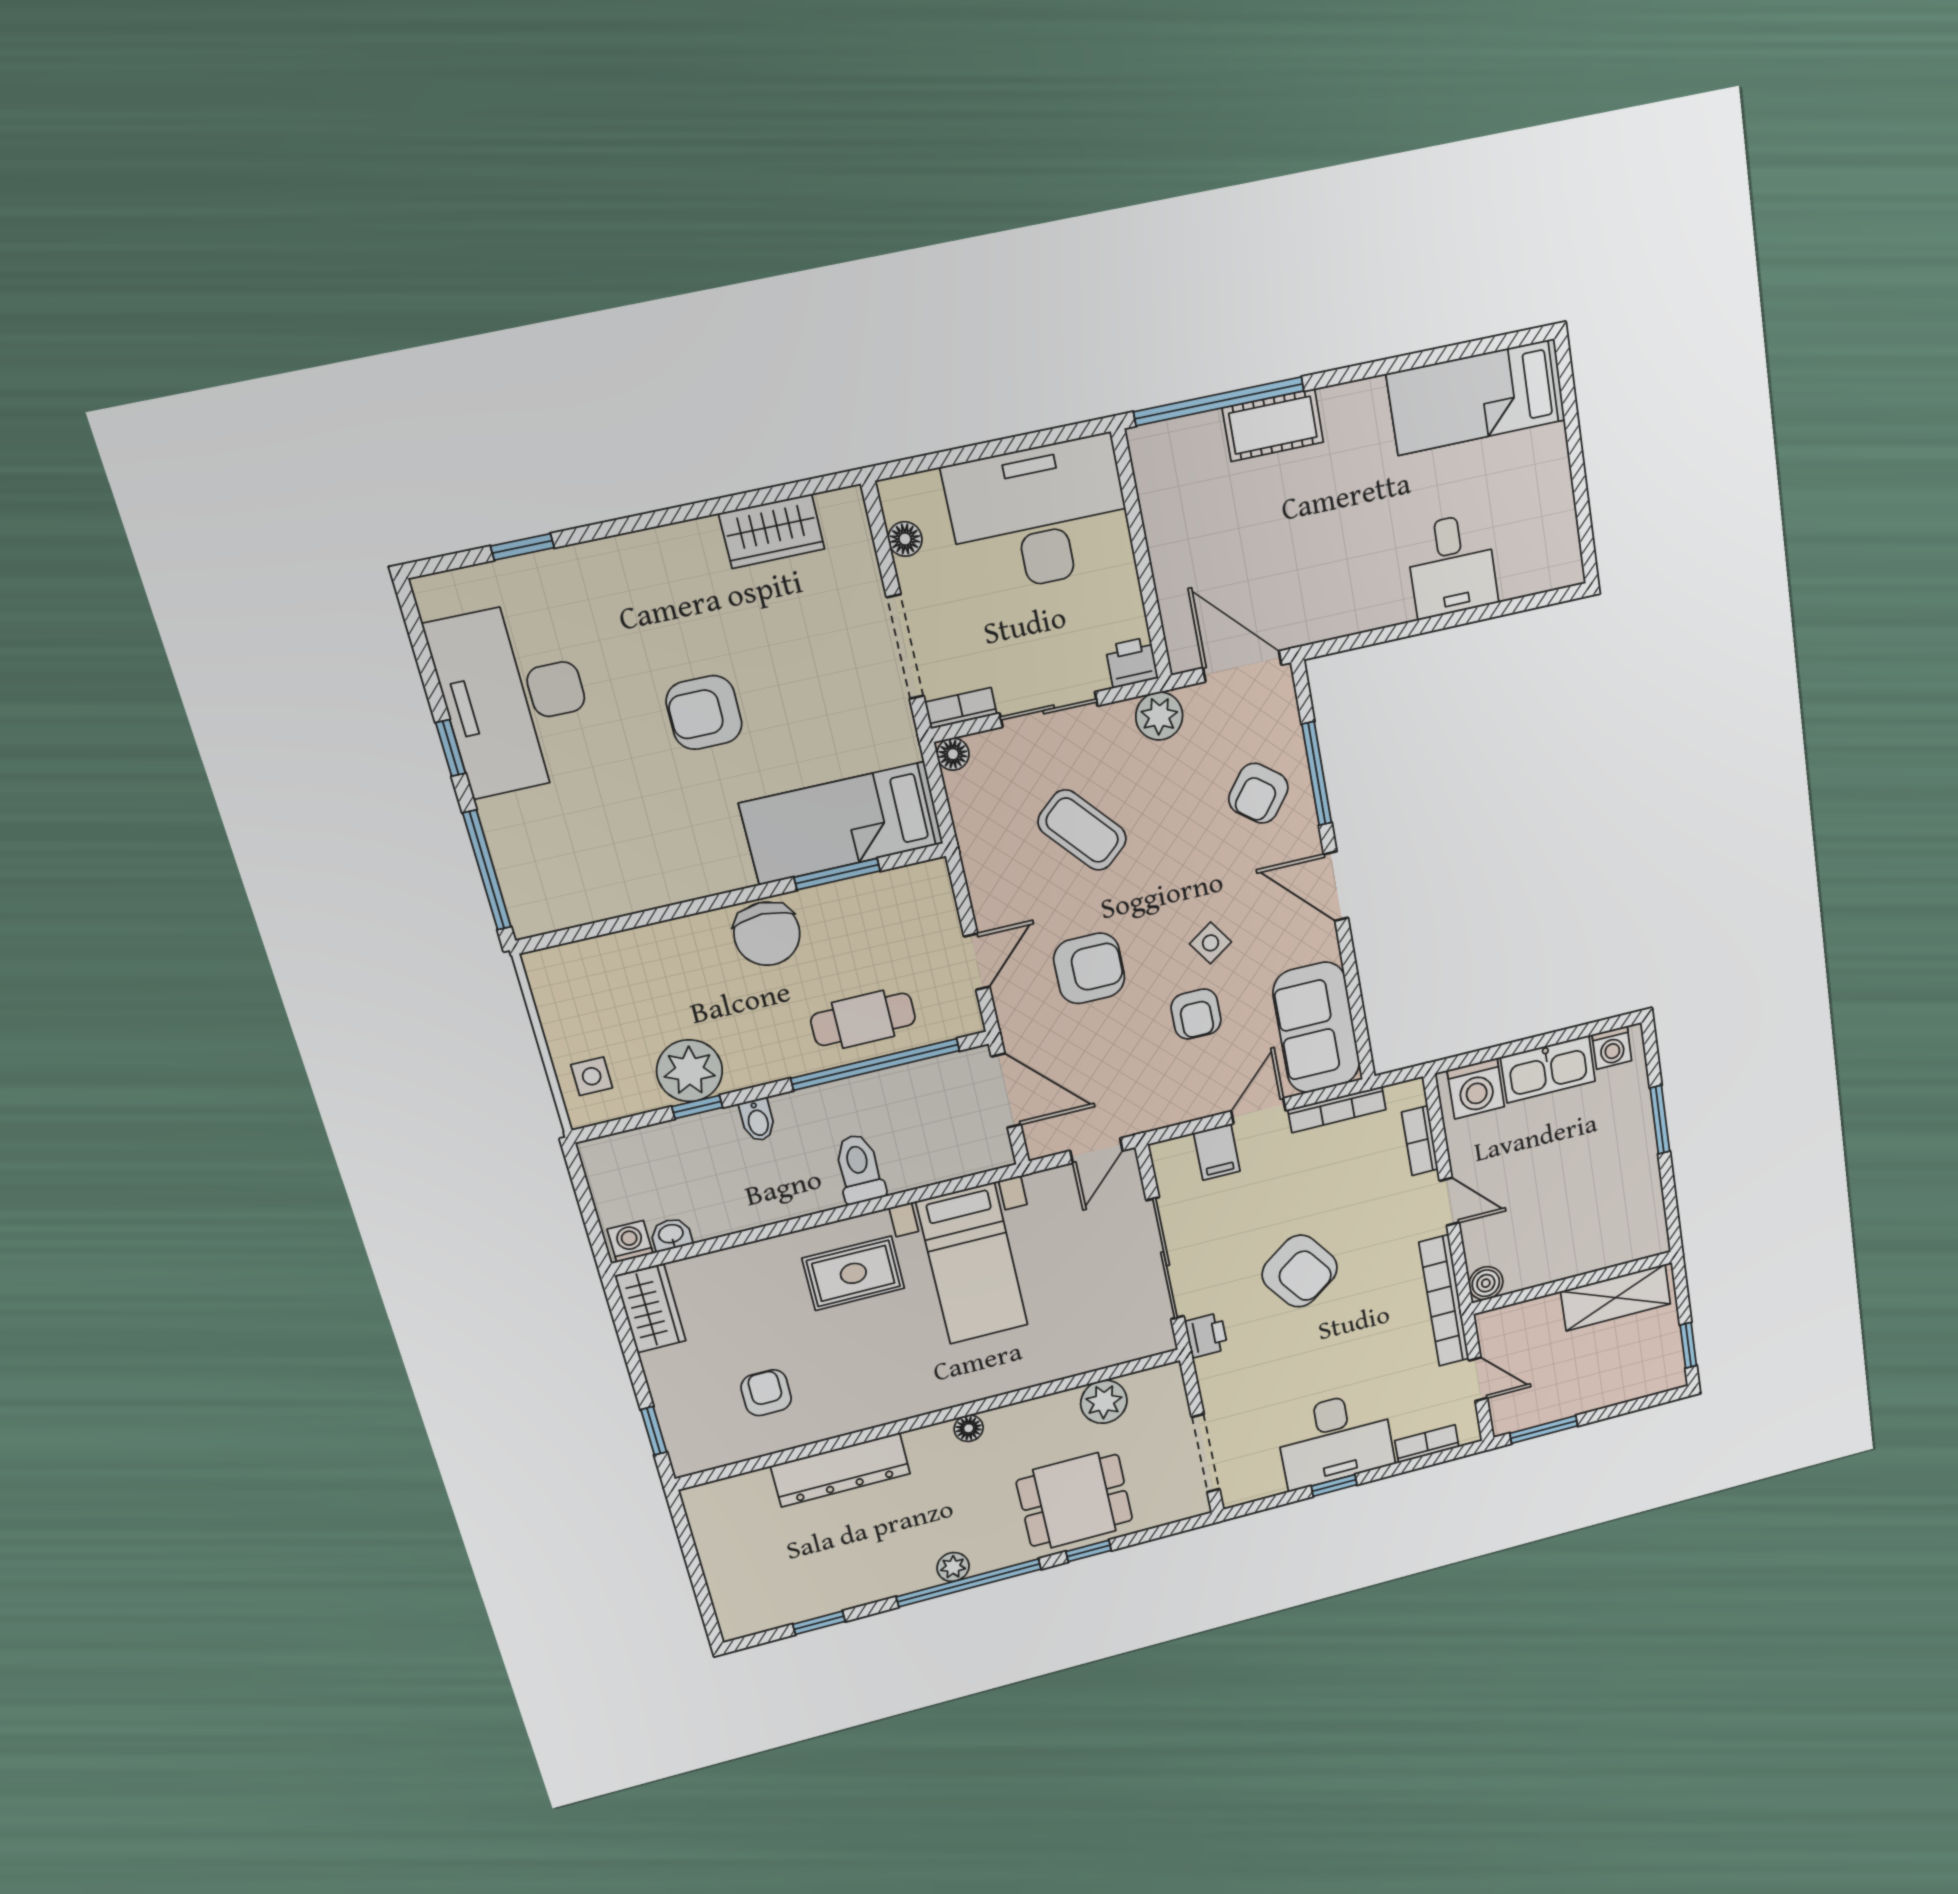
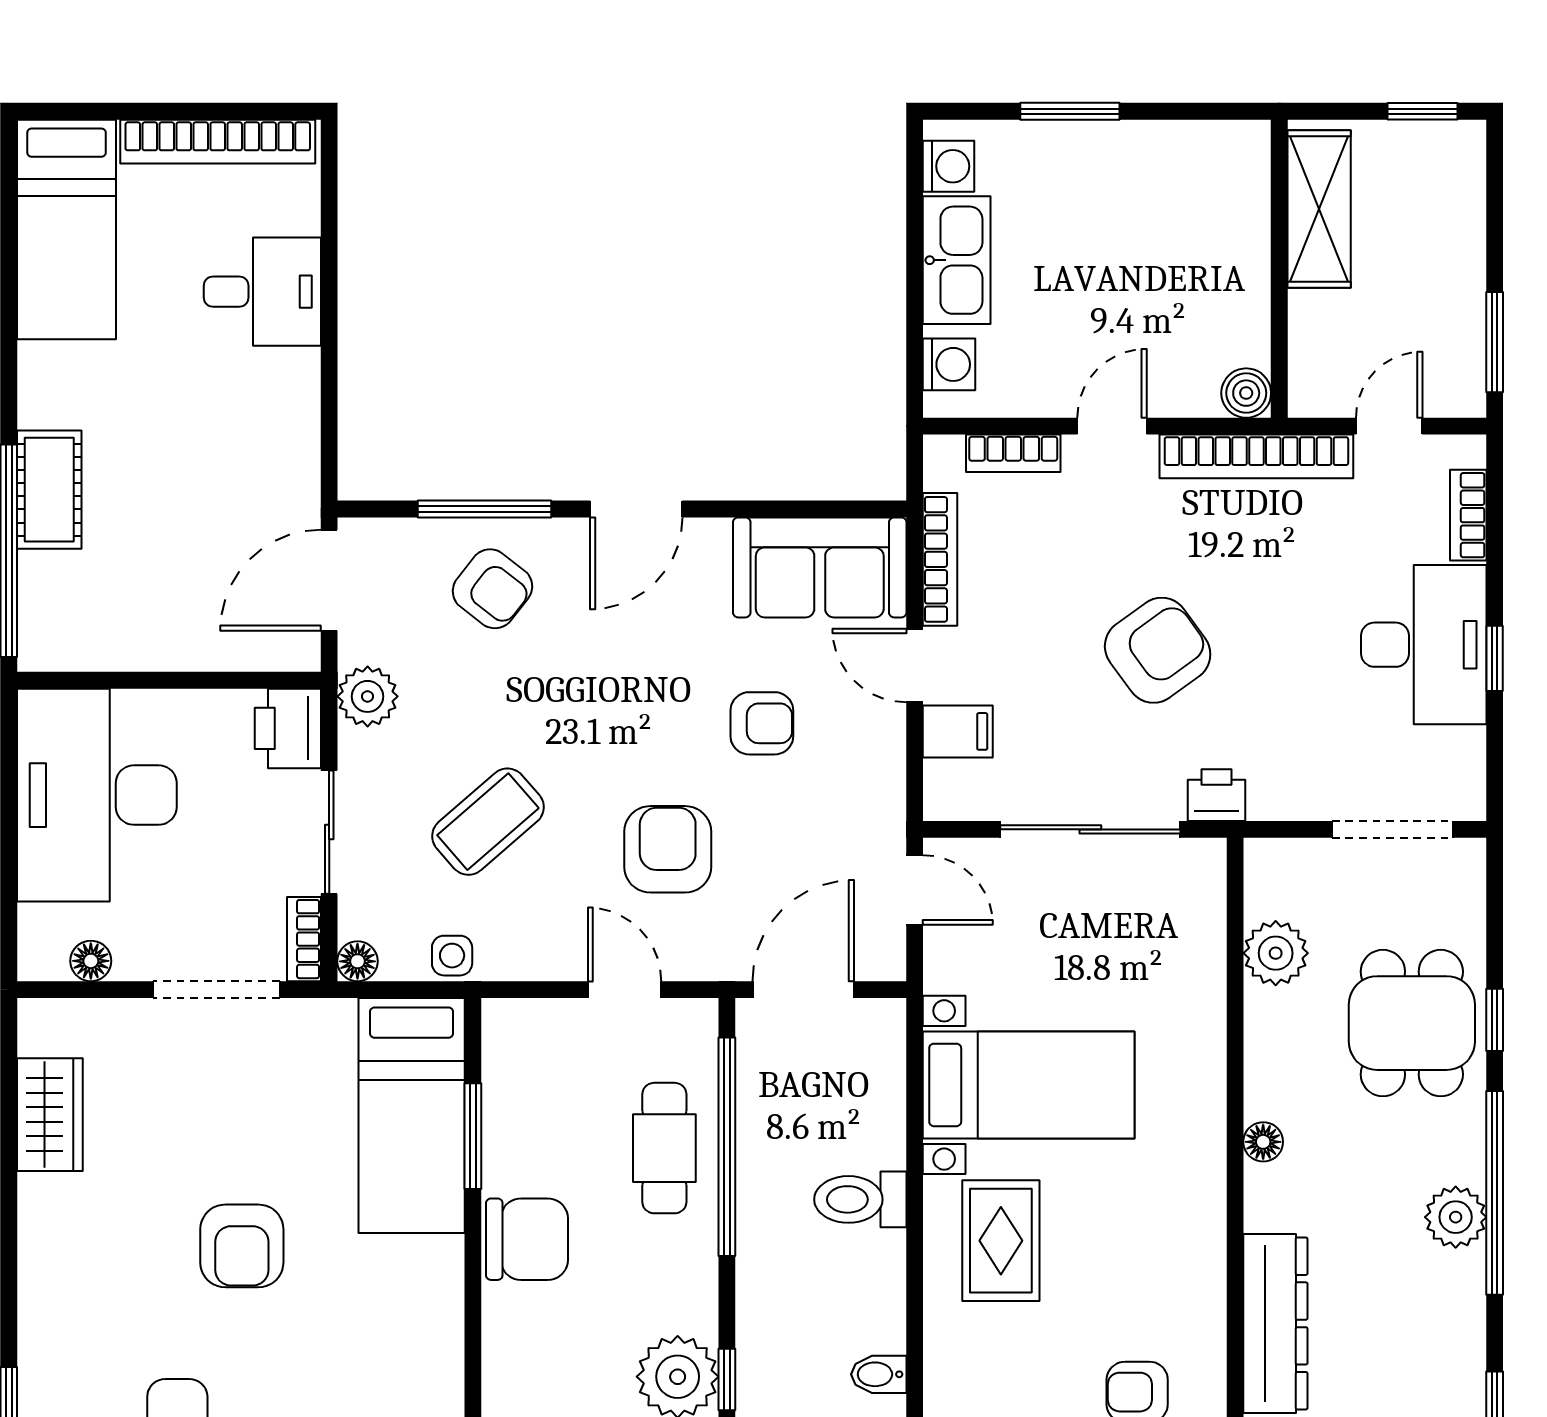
bookcase: (1559, 506) -> (218, 142), added
printer: (1132, 662) -> (288, 728), width x1.36, depth x1.24
side table: (1211, 943) -> (452, 956), moved, turned 34
washing machine: (1476, 1089) -> (949, 364), width x0.73, depth x0.73
bidet: (758, 1120) -> (879, 1374), moved, turned 180
plant: (953, 1567) -> (1456, 1217), width x1.38, depth x1.38

